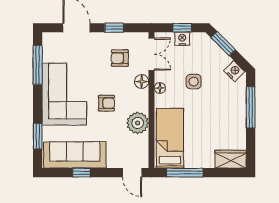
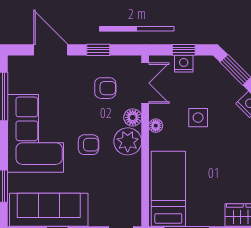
armchair: (120, 58) -> (105, 88), turned 180
plant: (138, 123) -> (128, 141), moved

